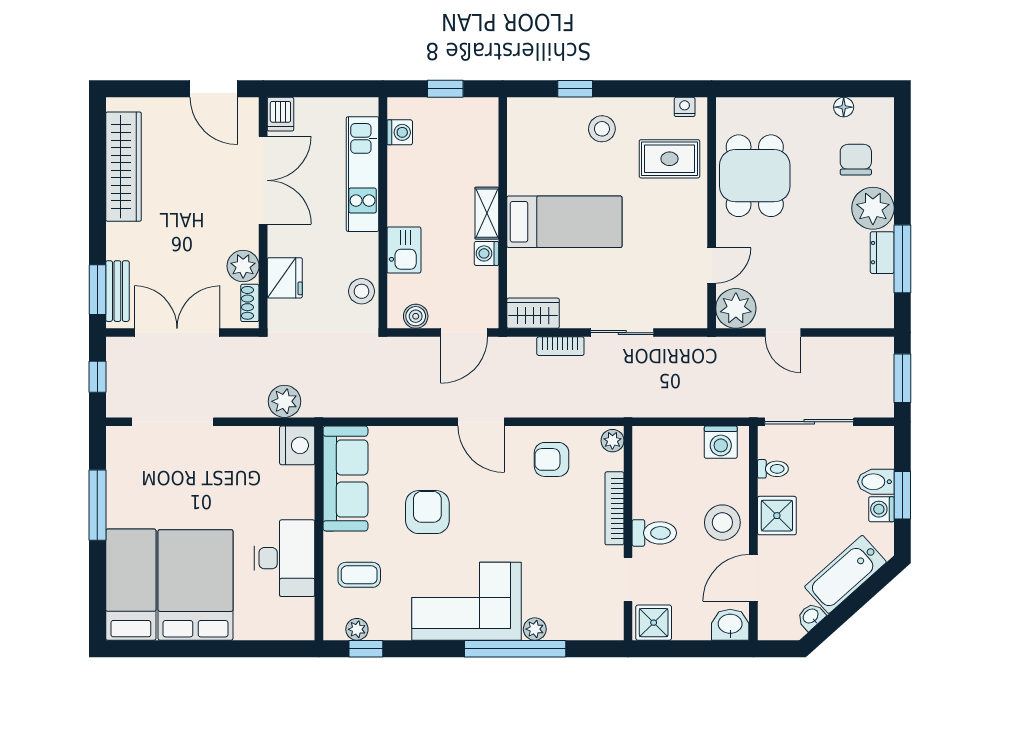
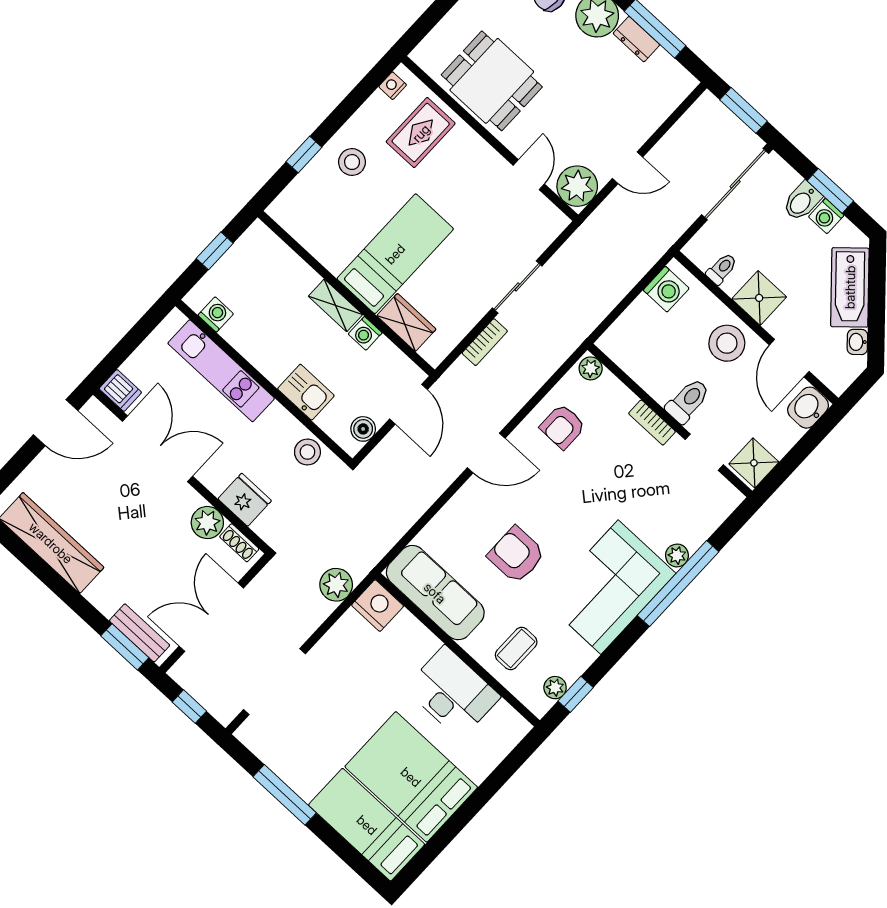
wardrobe: (533, 313) -> (406, 322), moved, turned 90
sliding door: (809, 422) -> (735, 184), moved
bookcase: (614, 508) -> (652, 423), width x0.64

